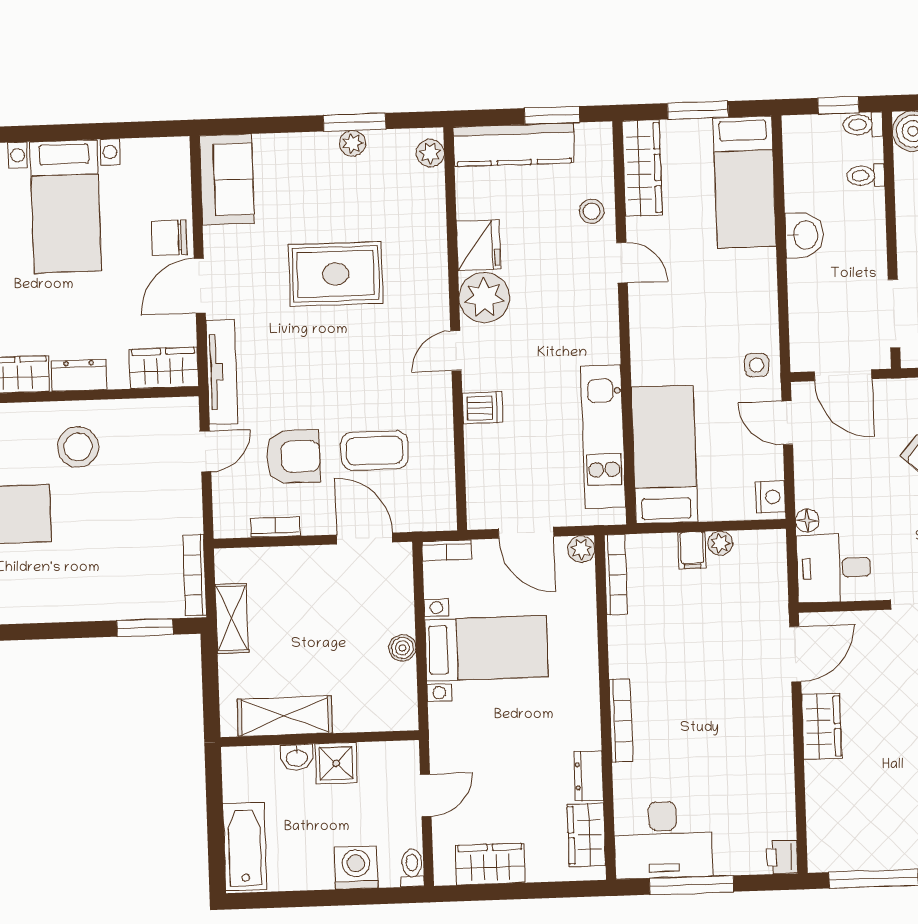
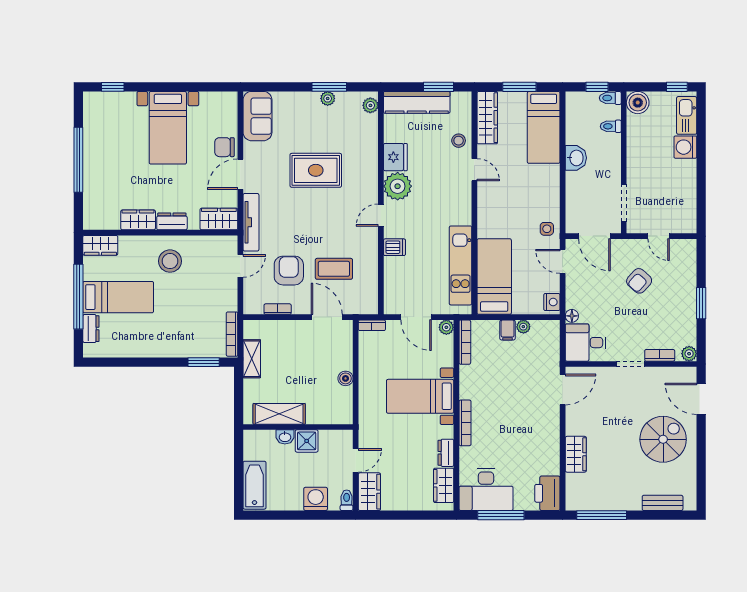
armchair: (293, 457) -> (289, 271), turned -90
bed with nightstands: (486, 648) -> (420, 396), moved, turned 180
wardrobe: (822, 726) -> (576, 454), moved
printer: (782, 857) -> (547, 493), width x1.87, depth x1.48
wardrobe: (490, 864) -> (369, 492), moved, turned 90

